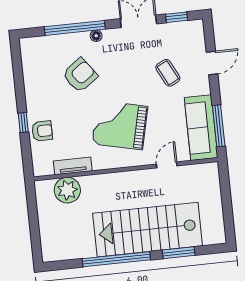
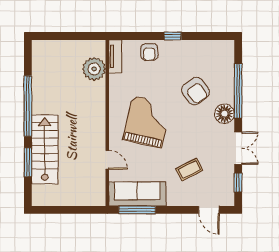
floor lamp: (96, 36) -> (224, 114), width x1.89, depth x1.89
door: (212, 63) -> (209, 210), moved
window: (23, 122) -> (173, 36), moved
tv unit: (73, 166) -> (115, 57), moved
stairs: (148, 230) -> (45, 149), width x0.73, depth x0.66

